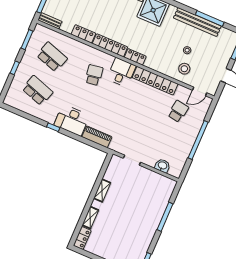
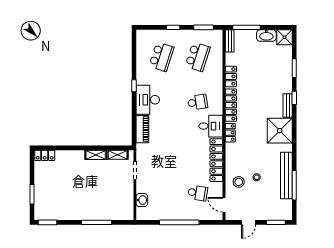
shelving: (90, 218) -> (118, 155), moved

